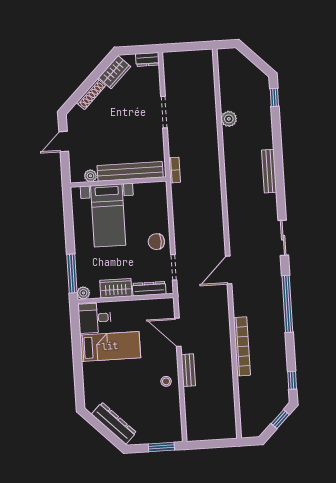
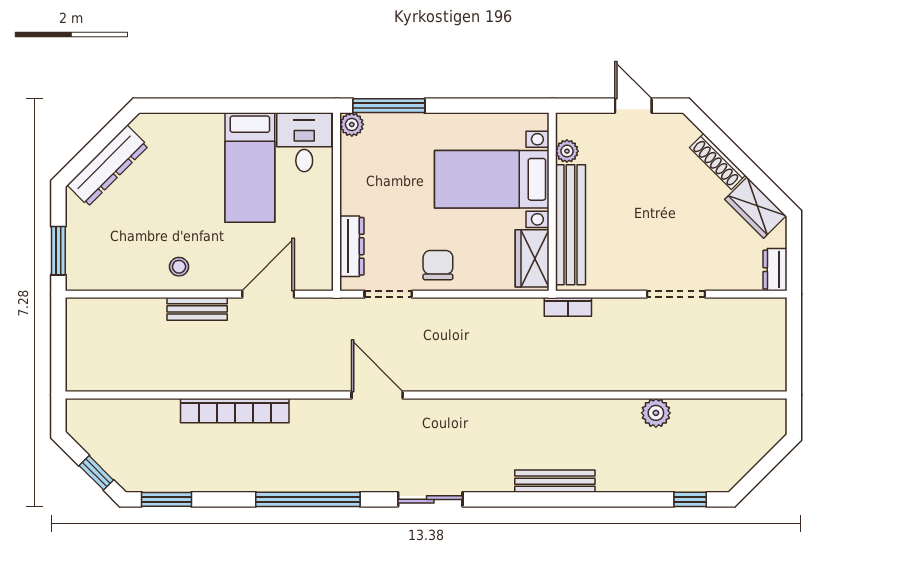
wardrobe: (116, 288) -> (532, 258), moved, turned 180
window: (292, 380) -> (166, 499), width x1.50

